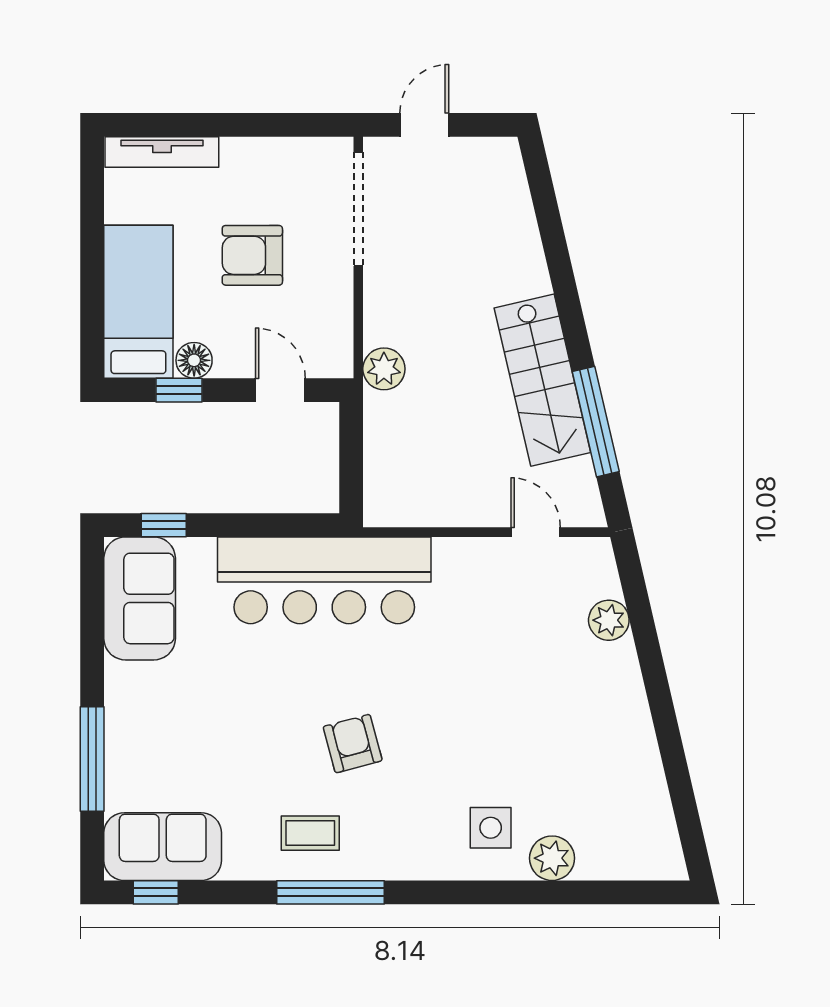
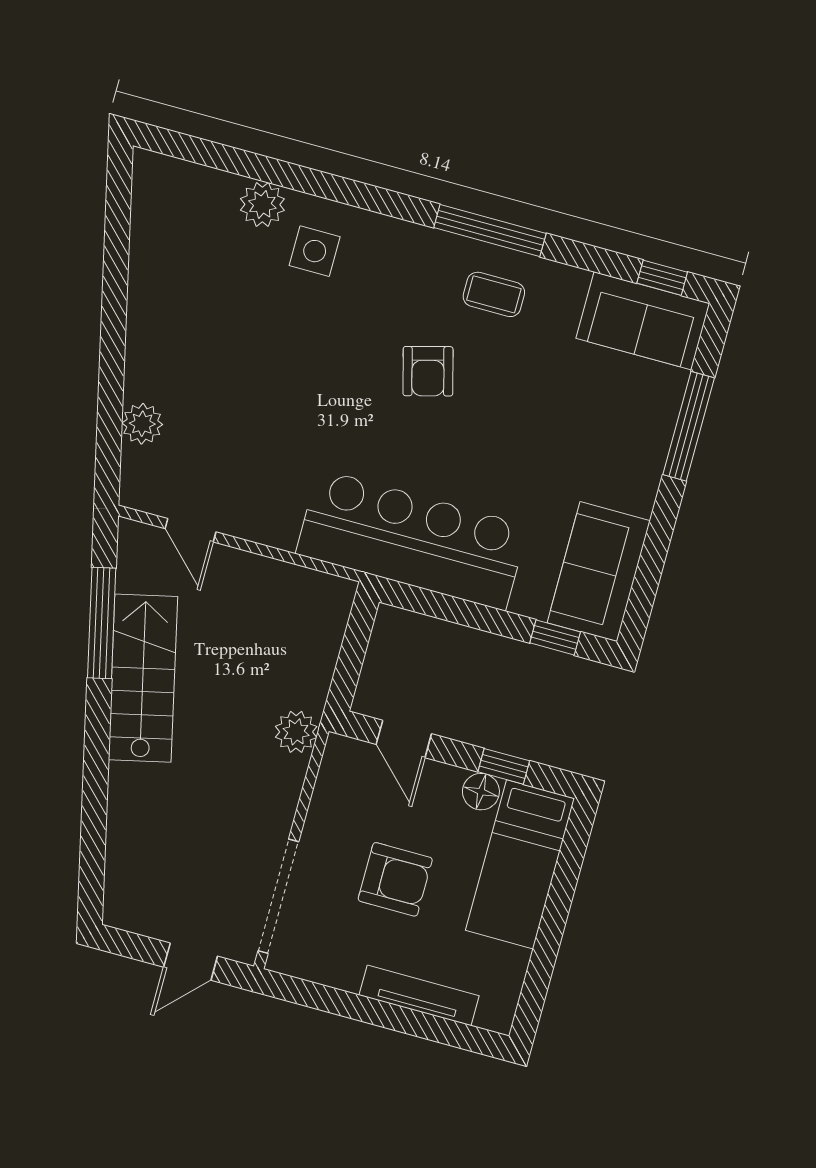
tv unit: (162, 152) -> (419, 995), moved

